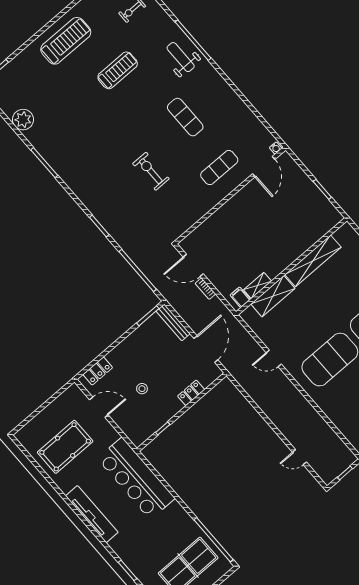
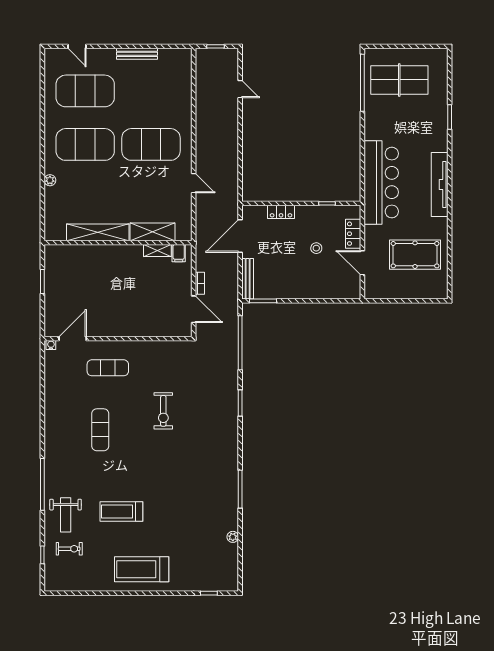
weight bench: (181, 57) -> (66, 515), moved
plant: (23, 120) -> (233, 537), width x0.53, depth x0.53
locker: (98, 371) -> (353, 234), moved, turned -90

